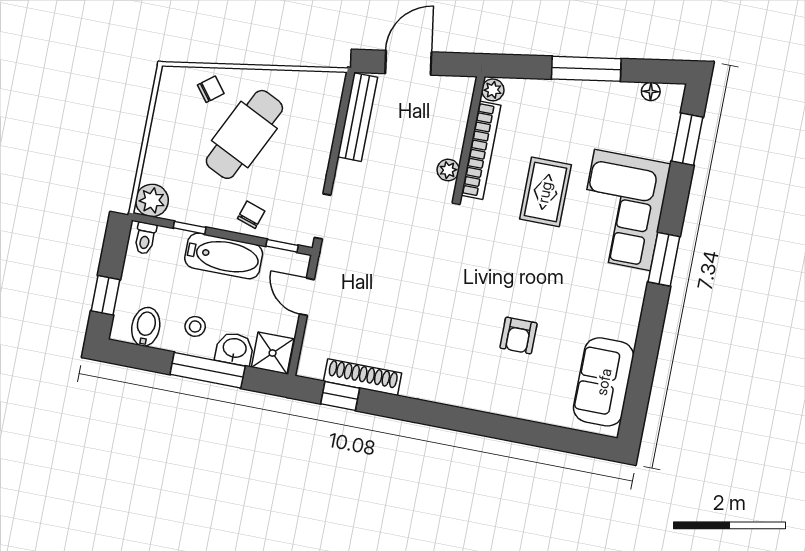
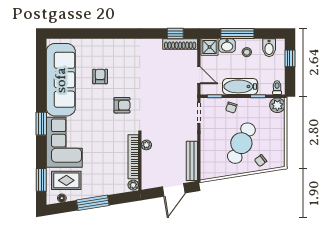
rug: (545, 192) -> (66, 180), moved, turned 90
armchair: (484, 265) -> (122, 105), added
shoe rack: (363, 377) -> (180, 44), moved
sofa: (604, 382) -> (61, 80), width x1.85, depth x1.27

